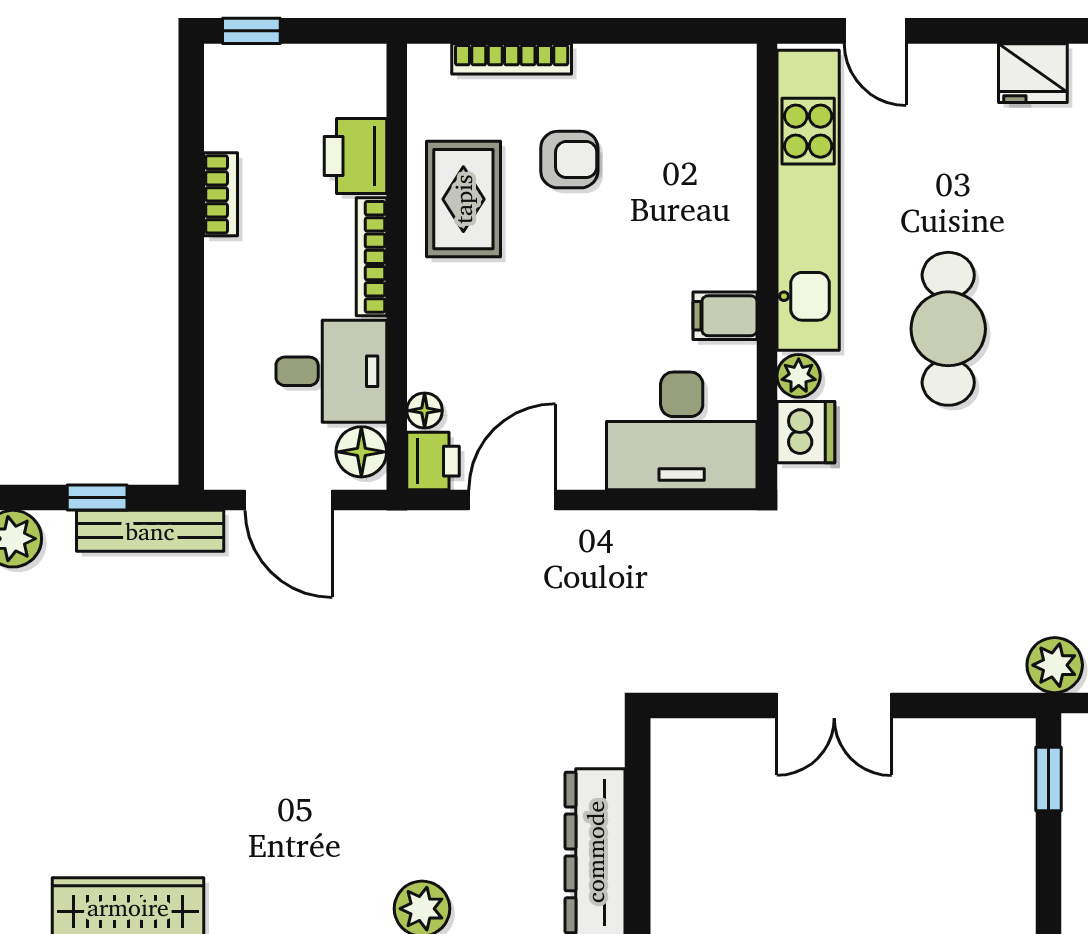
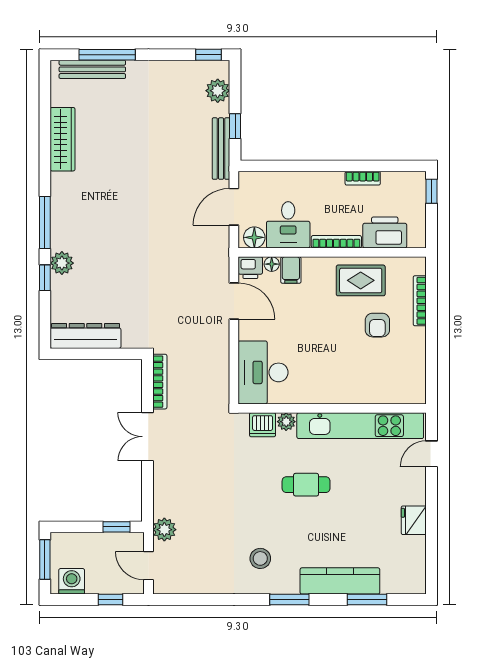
printer: (355, 156) -> (385, 232), width x1.37, depth x1.19
filing cabinet: (725, 316) -> (291, 270), moved, turned 180
cafe table: (948, 329) -> (306, 485), width x0.73, depth x0.74
bookcase: (704, 676) -> (160, 382), added

